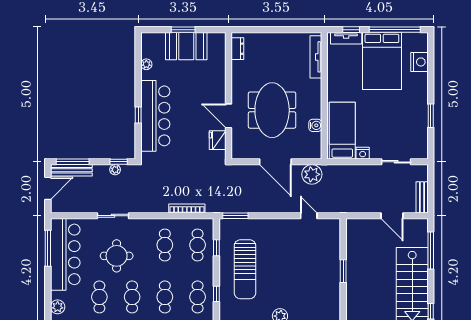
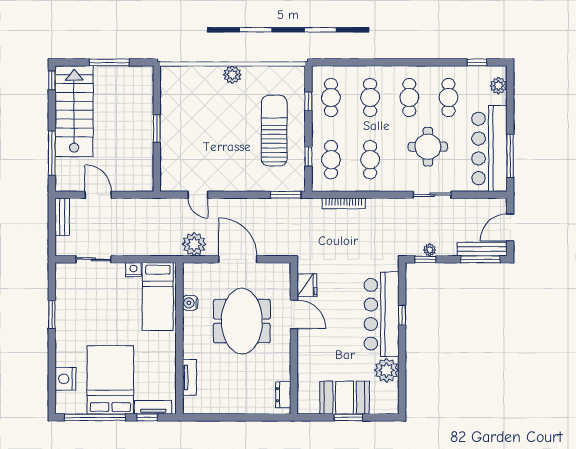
tv unit: (316, 57) -> (189, 377), width x0.71
plant: (146, 64) -> (387, 370), width x1.87, depth x1.87

